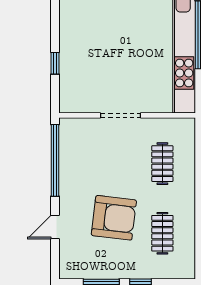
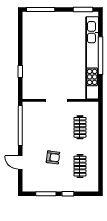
armchair: (114, 218) -> (53, 157), width x0.53, depth x0.53
door: (55, 227) -> (20, 163), hinge flipped

